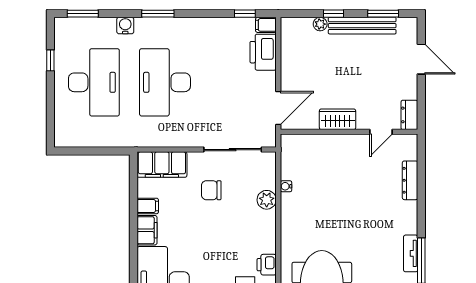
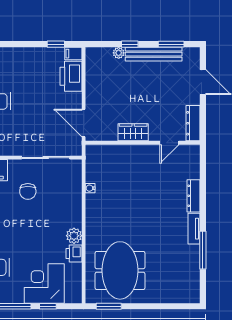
door: (278, 108) -> (84, 123), swing flipped
dresser: (409, 115) -> (193, 123), width x1.44
dresser: (410, 180) -> (194, 196), moved
chair: (211, 190) -> (28, 191), turned -90
plant: (267, 200) -> (74, 236), moved
tv unit: (411, 253) -> (194, 229), moved

